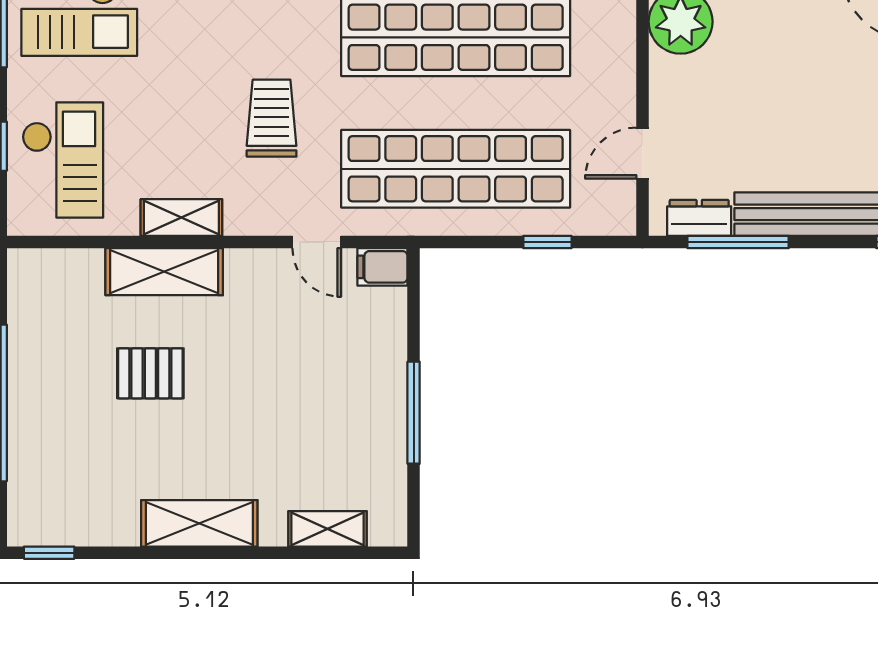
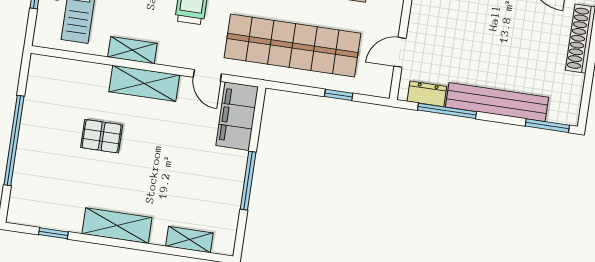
filing cabinet: (382, 267) -> (237, 116), width x3.00, depth x1.17
shelving: (164, 272) -> (144, 83), moved
window: (49, 553) -> (53, 233), moved

